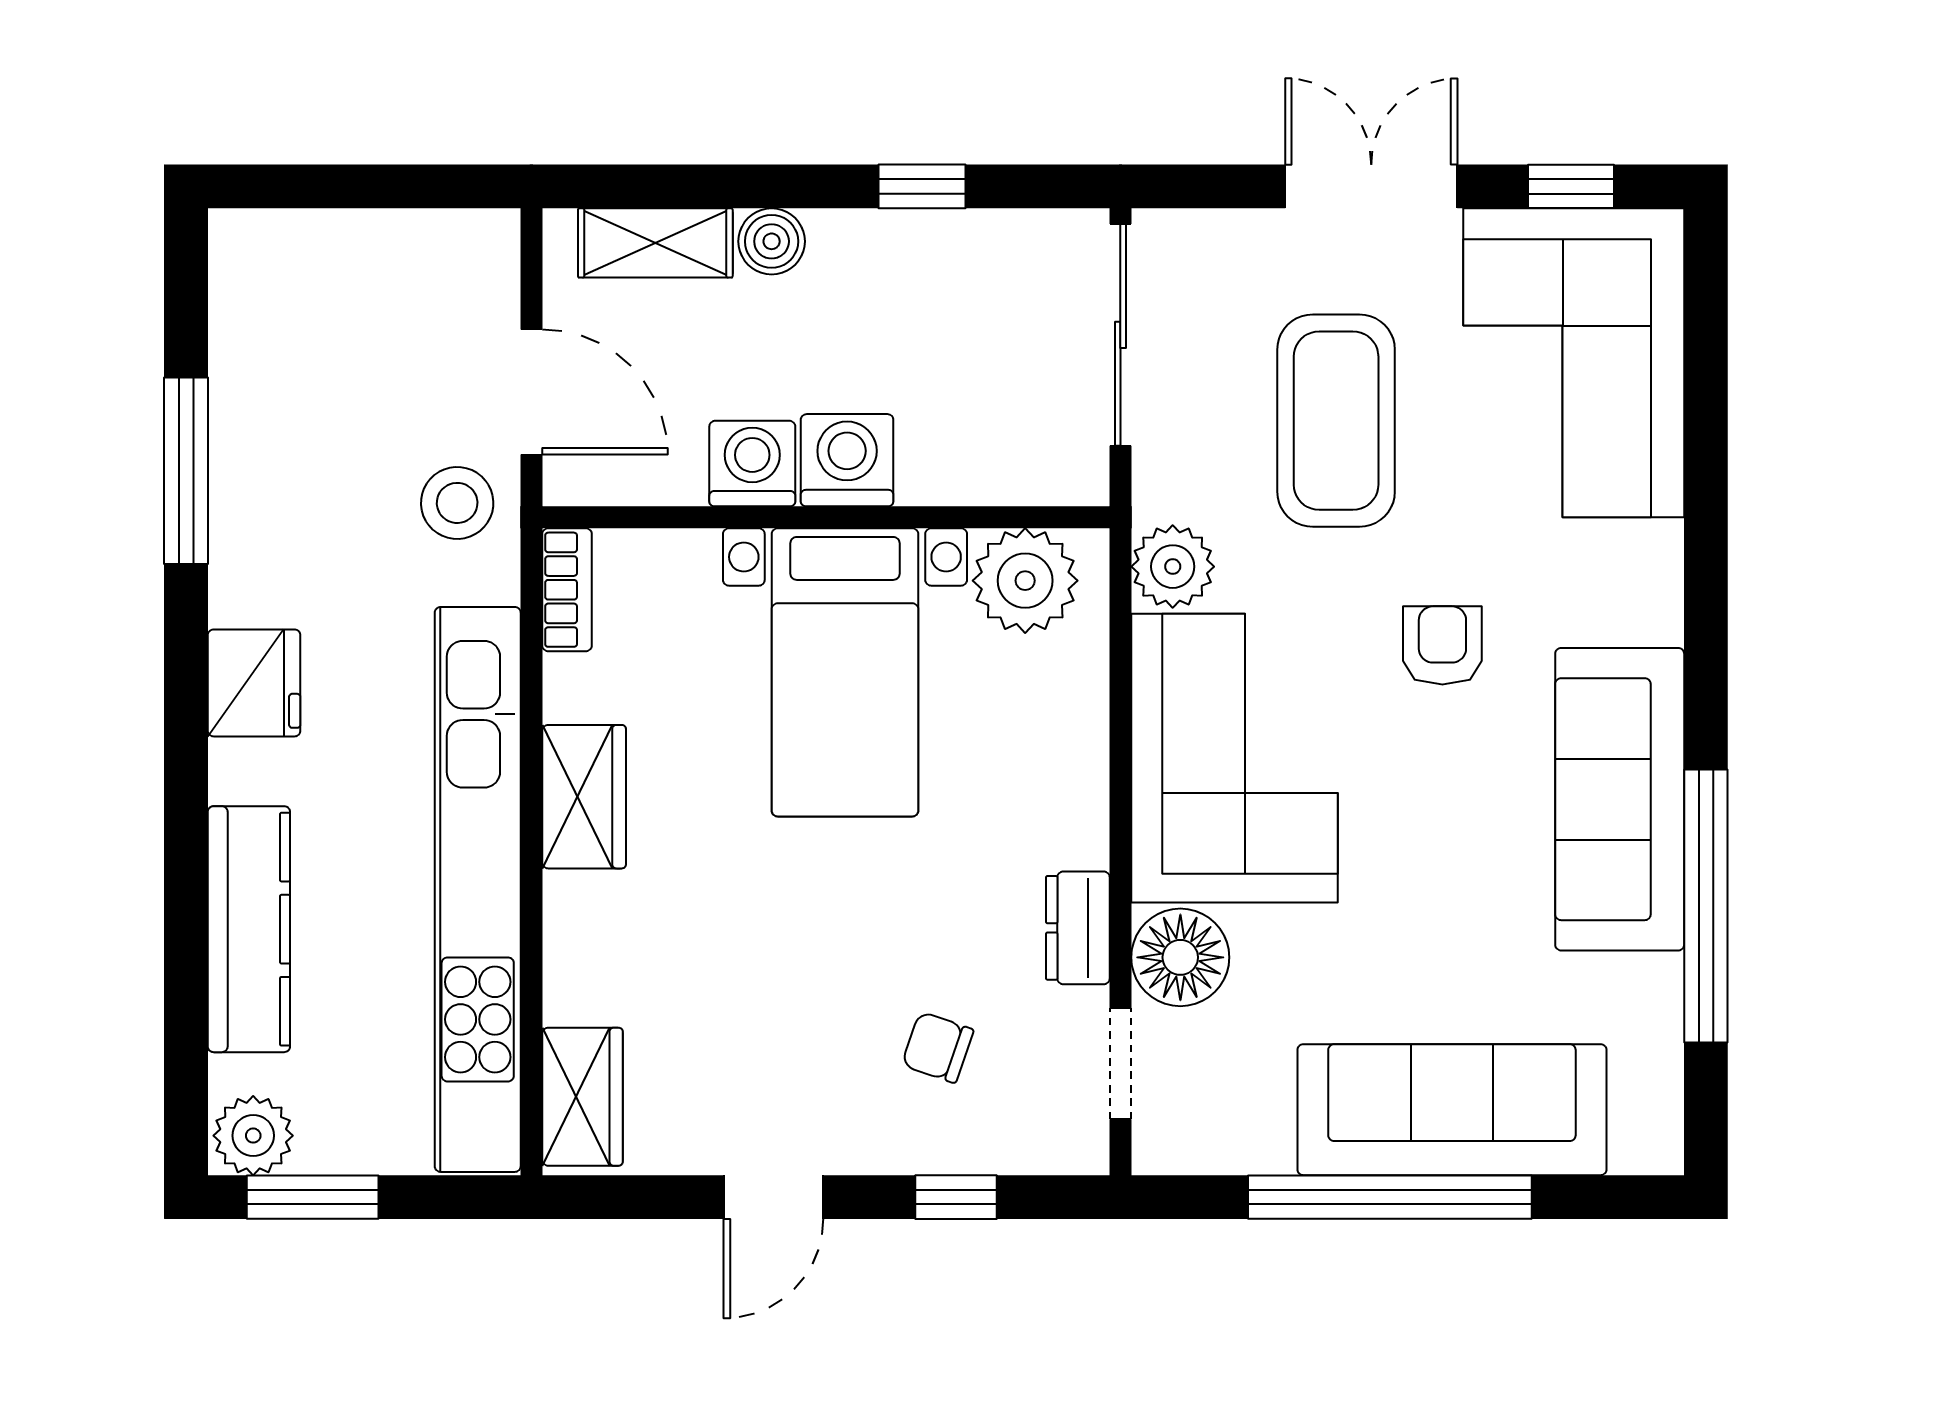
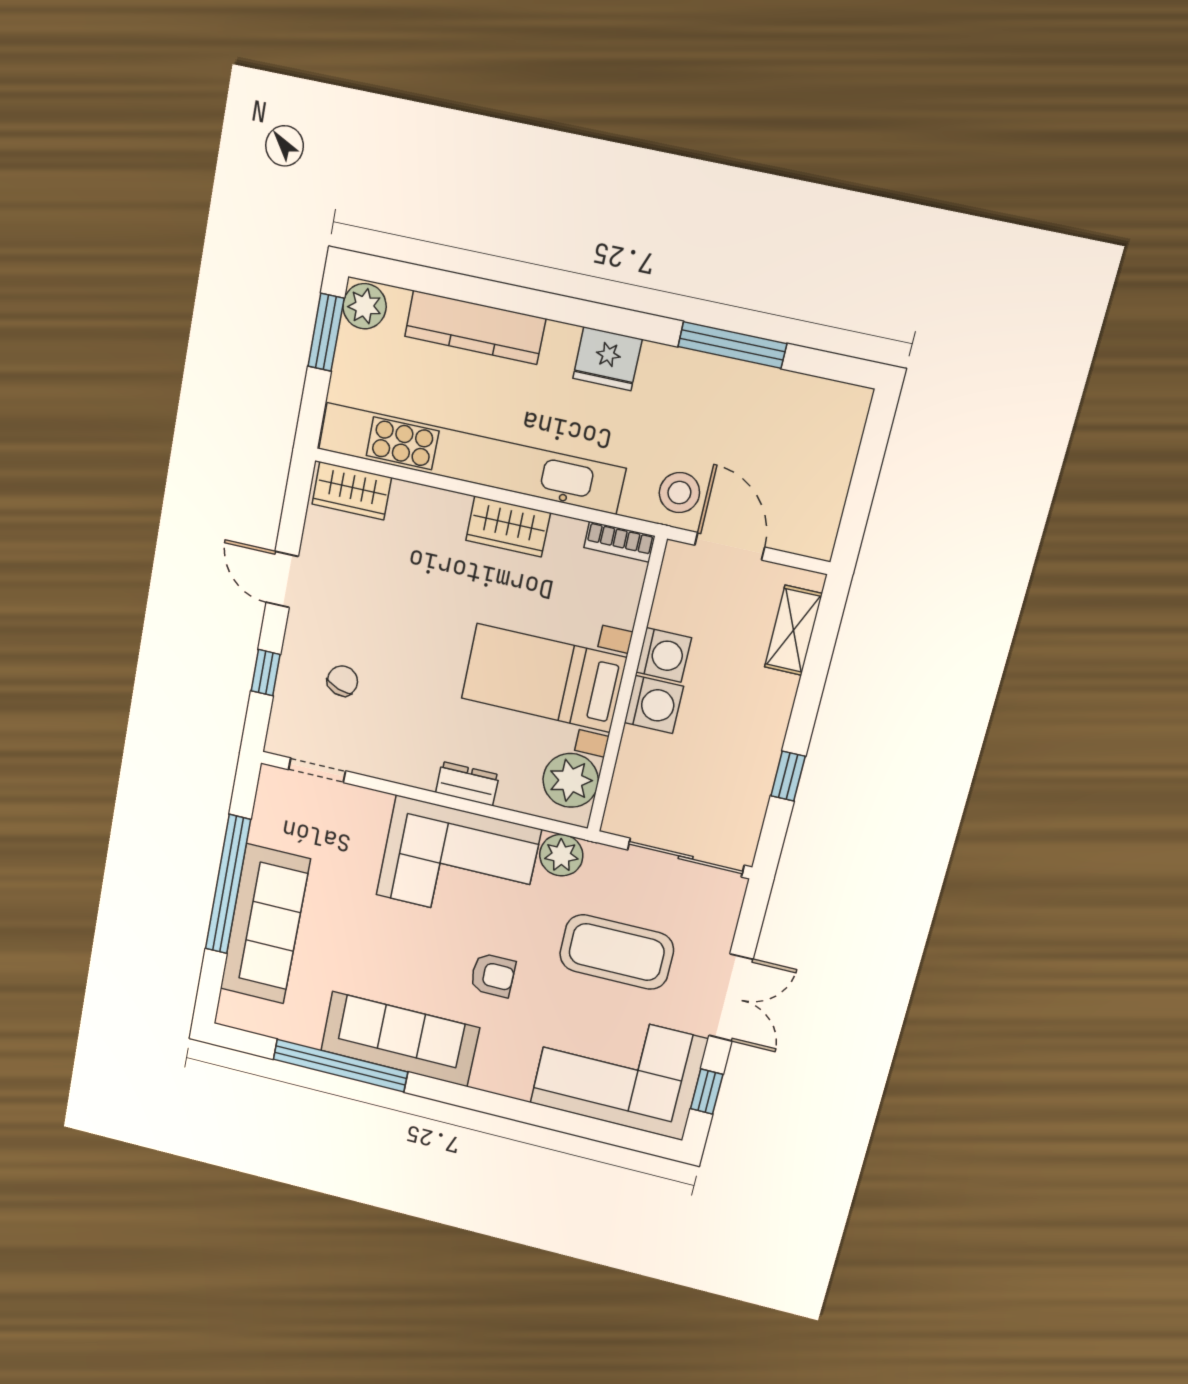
boiler: (772, 241) -> (779, 692), removed
door: (531, 392) -> (730, 546), swing flipped
dresser: (1078, 928) -> (467, 784), moved
floor lamp: (1180, 957) -> (364, 812), removed

